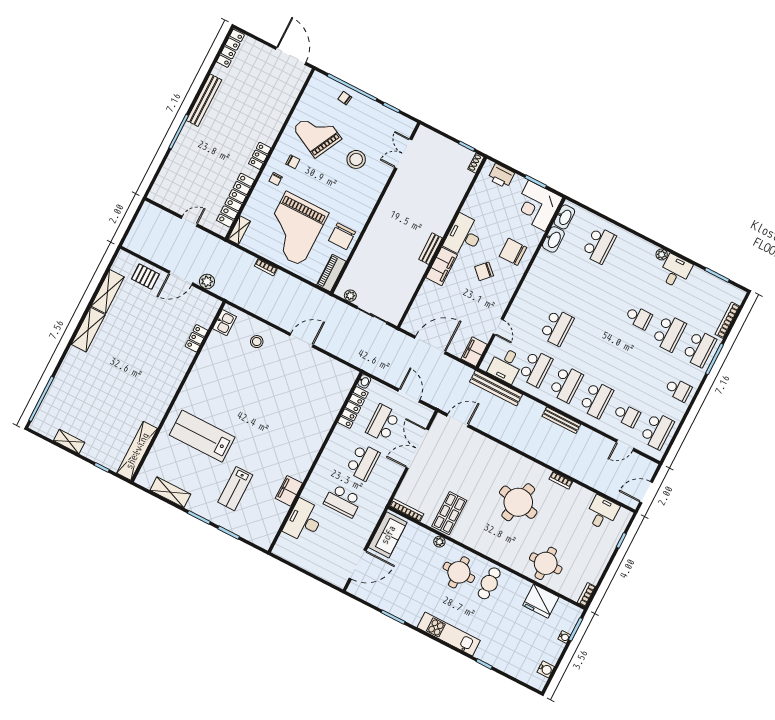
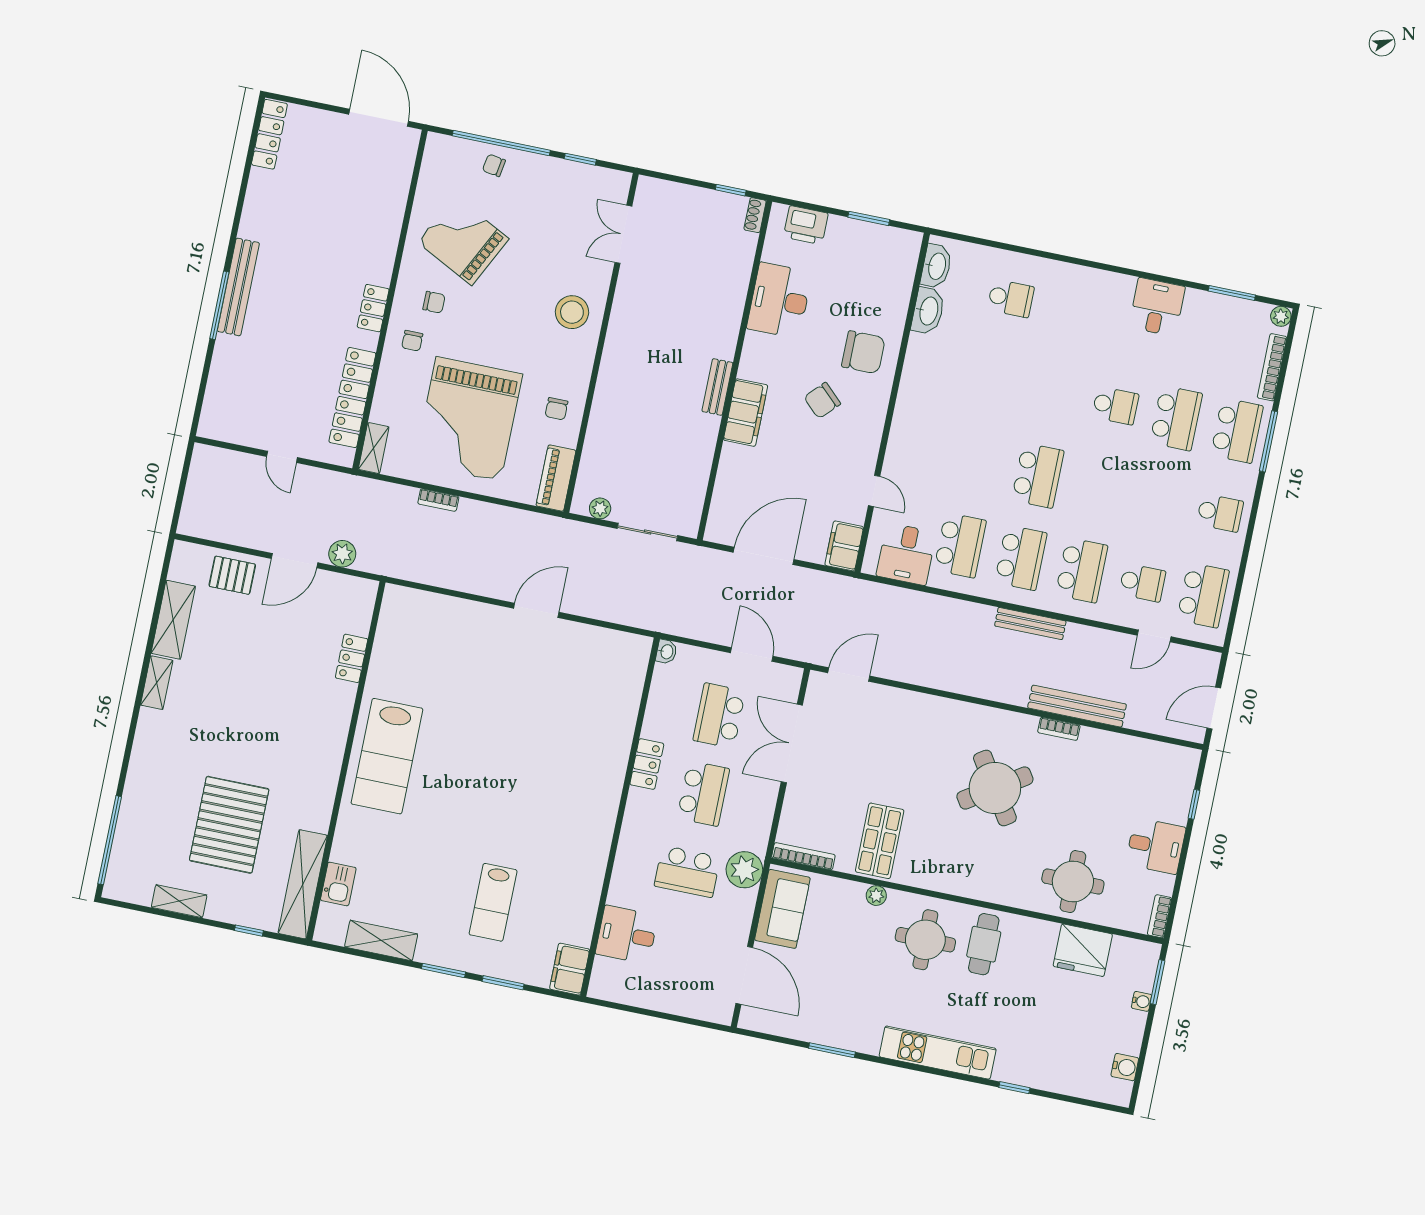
bench: (204, 100) -> (238, 287), moved
stool: (356, 159) -> (572, 312), moved
corner desk: (537, 206) -> (883, 260), removed
door: (189, 221) -> (282, 457), swing flipped
chair: (342, 236) -> (556, 409), width x0.54, depth x0.54
desk: (464, 236) -> (779, 300), moved
school desk: (599, 245) -> (1011, 298), width x0.54
chair: (513, 252) -> (863, 352), turned 180
plant: (662, 254) -> (1281, 316), moved
kitchen sink: (225, 323) -> (338, 884), moved
school desk: (557, 327) -> (1038, 475), moved
shelving: (88, 330) -> (157, 683), width x0.67, depth x0.75
stool: (257, 342) -> (459, 635), removed
bench: (496, 388) -> (1077, 706), moved
locker: (353, 407) -> (647, 764), moved, width x0.66
pallet: (107, 408) -> (229, 825), added
lab bench: (202, 436) -> (387, 756), moved, turned -90
filing cabinet: (289, 491) -> (570, 969), moved
round table: (518, 502) -> (995, 788), turned 45
plant: (373, 508) -> (744, 870), added
desk: (602, 513) -> (1156, 846), moved, turned 90
desk: (304, 521) -> (627, 935), width x0.73
door: (358, 564) -> (744, 975), hinge flipped

